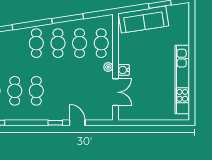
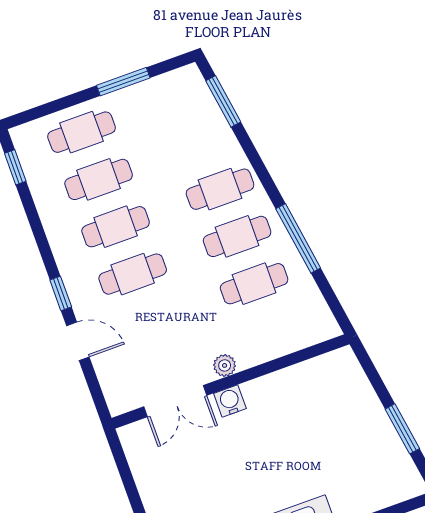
sofa: (144, 20) -> (356, 405), removed
cafe table: (101, 43) -> (133, 274), moved
door: (77, 123) -> (78, 341), hinge flipped

